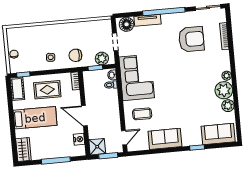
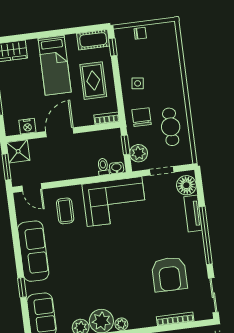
cafe table: (83, 34) -> (171, 127), added
sofa: (165, 139) -> (33, 251), width x1.36

